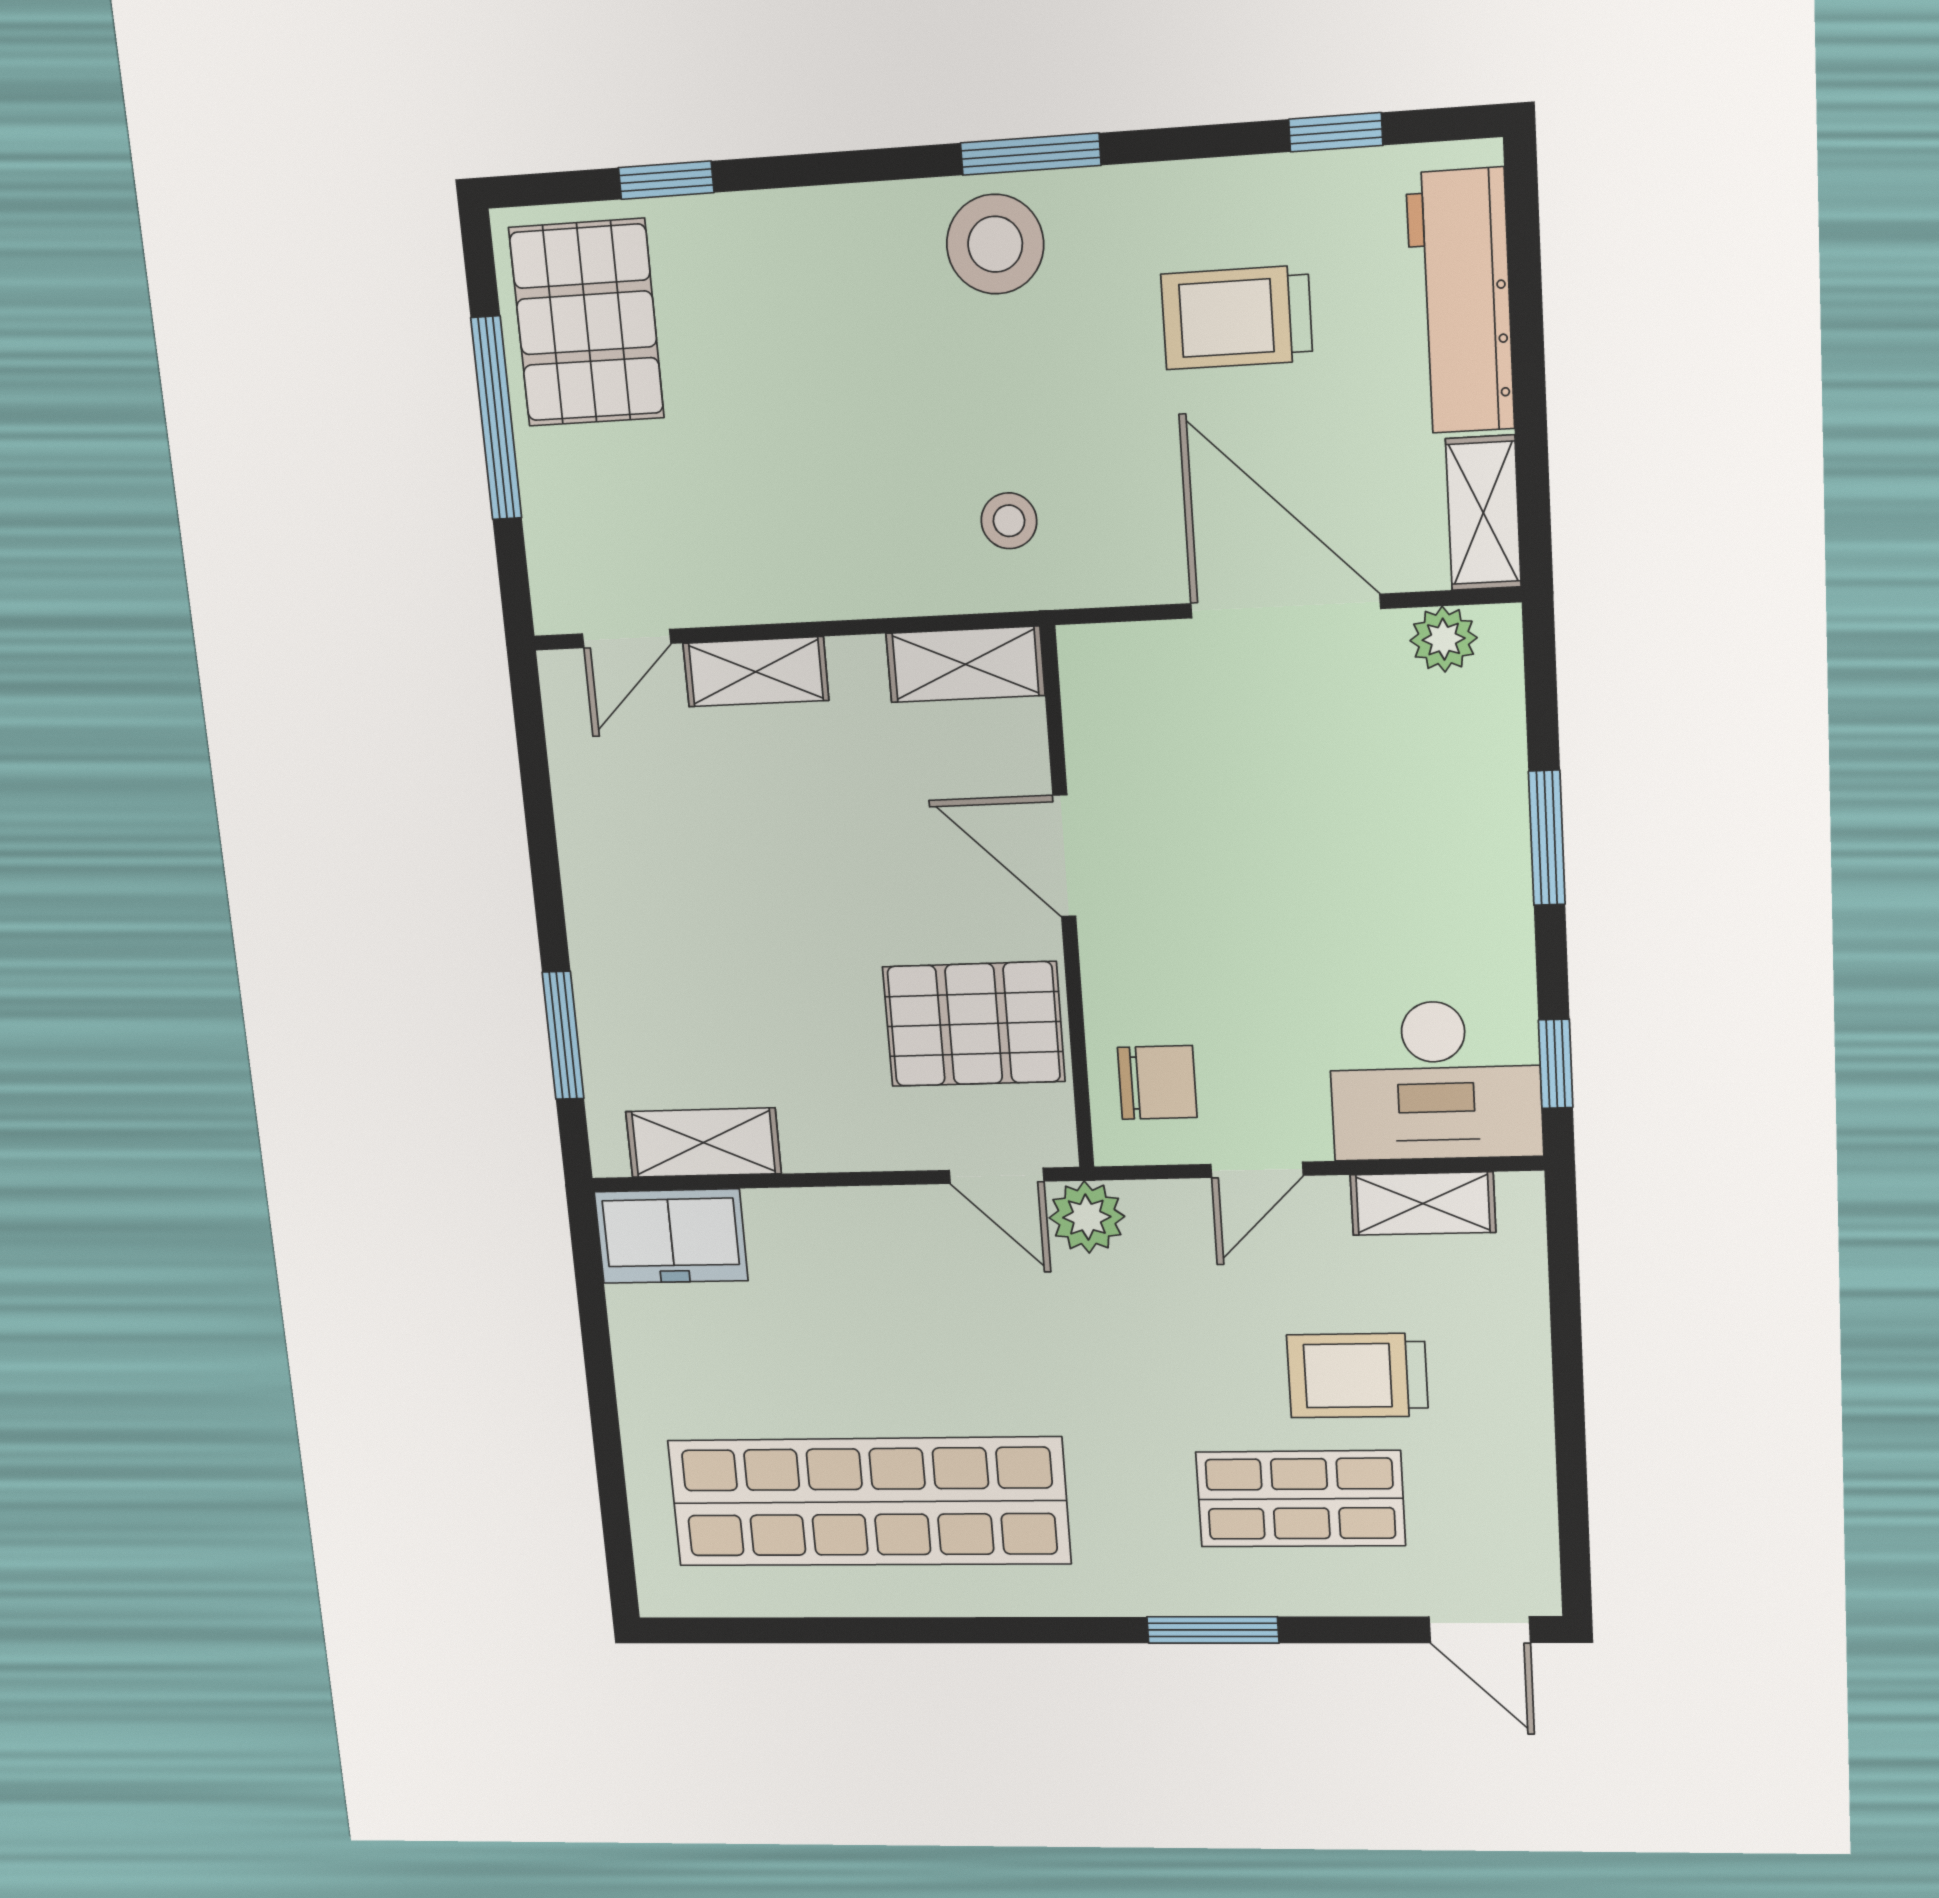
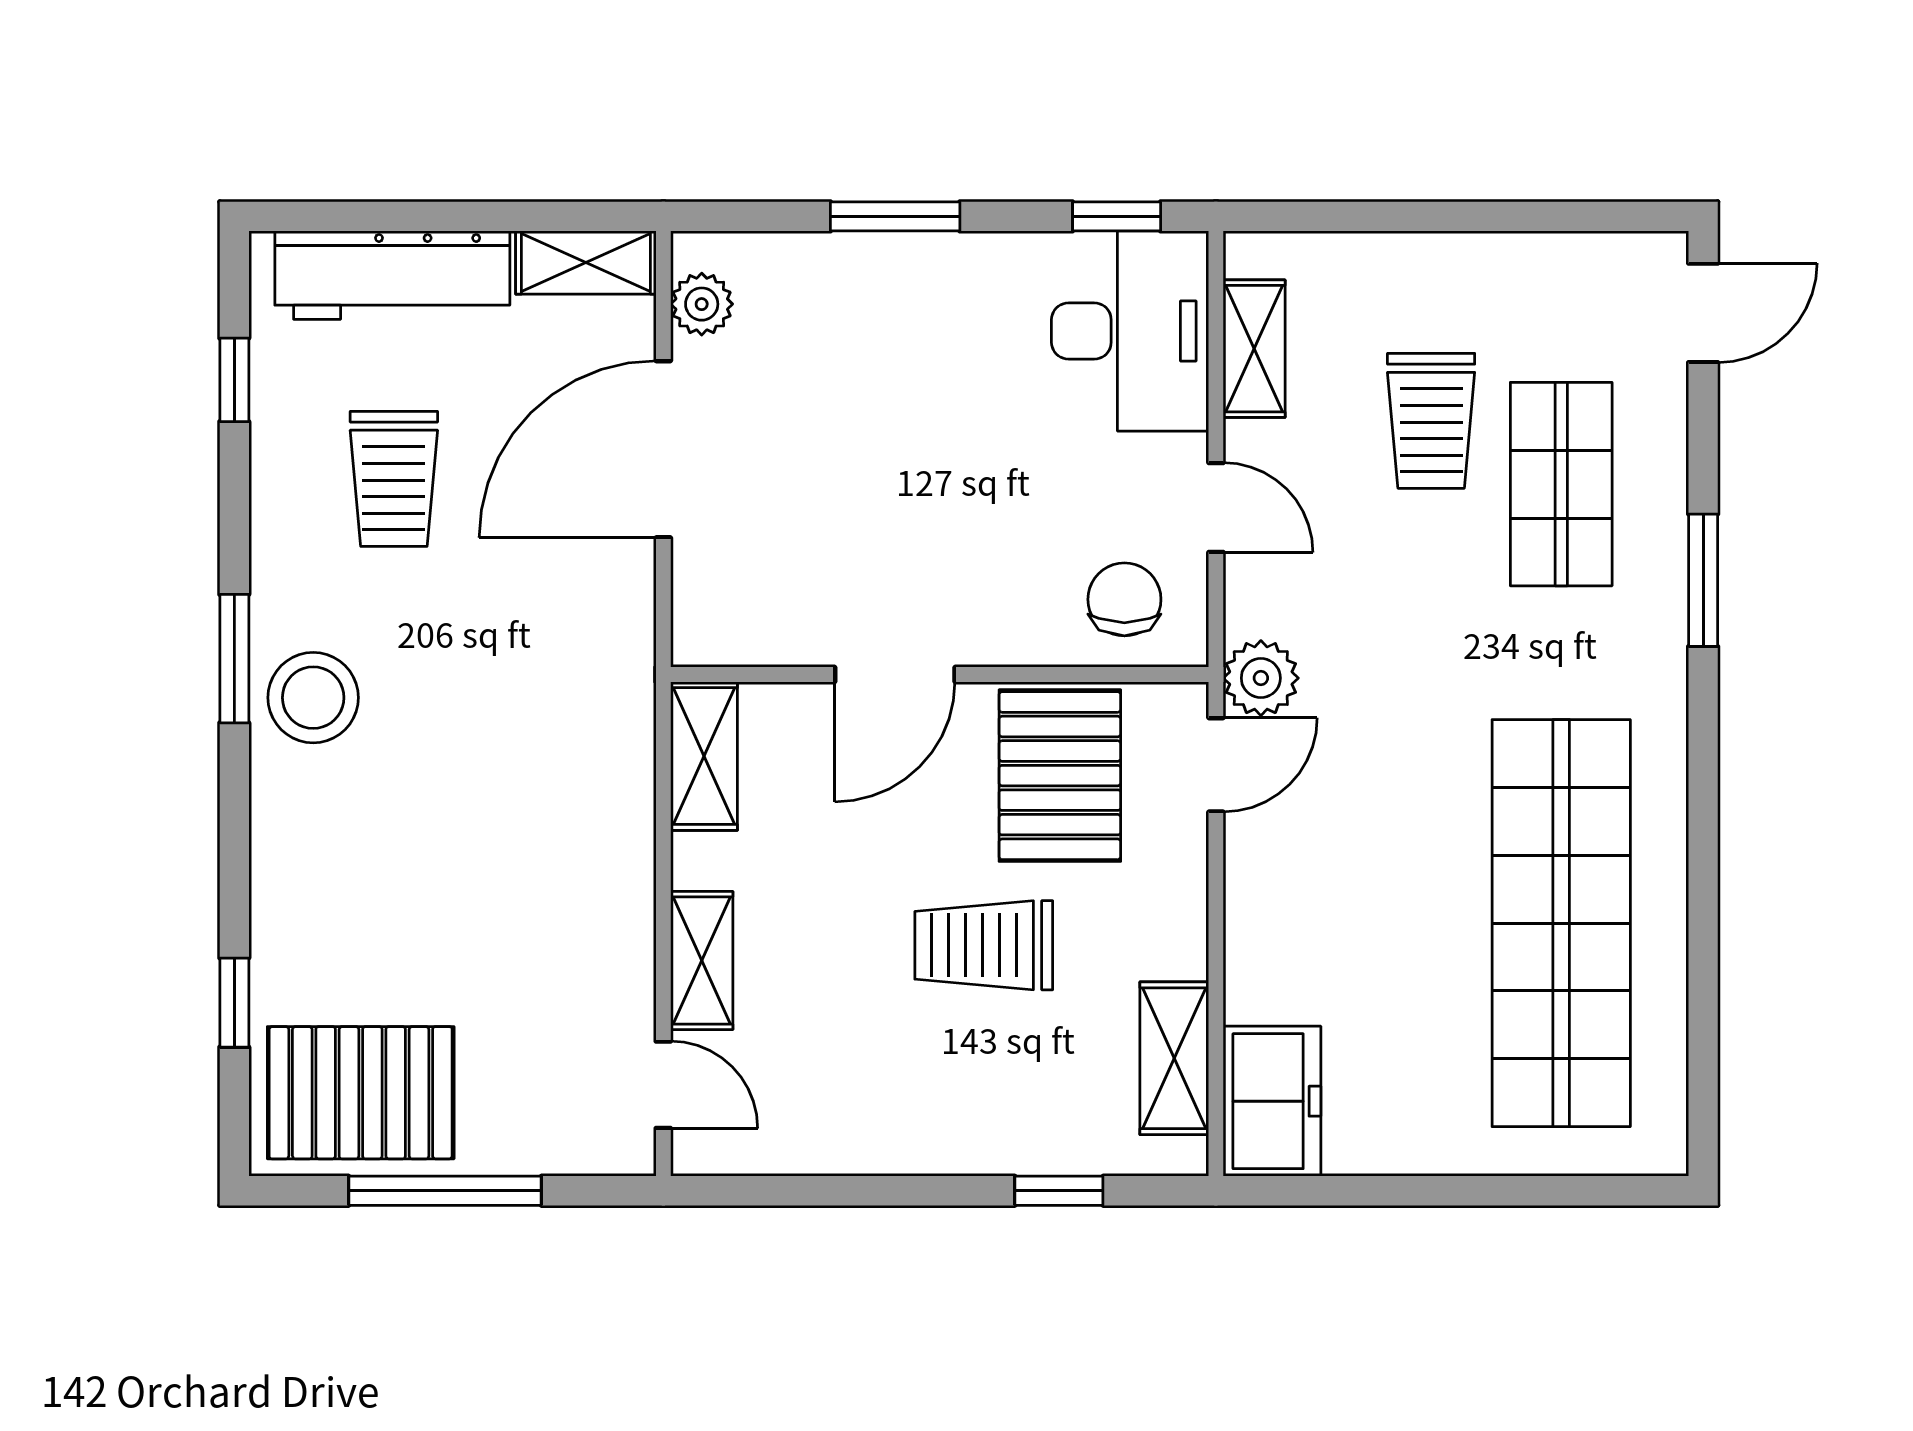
stool: (1009, 521) -> (570, 704), removed
trolley: (797, 955) -> (984, 945), added
window: (563, 1035) -> (1059, 1191), width x0.67

